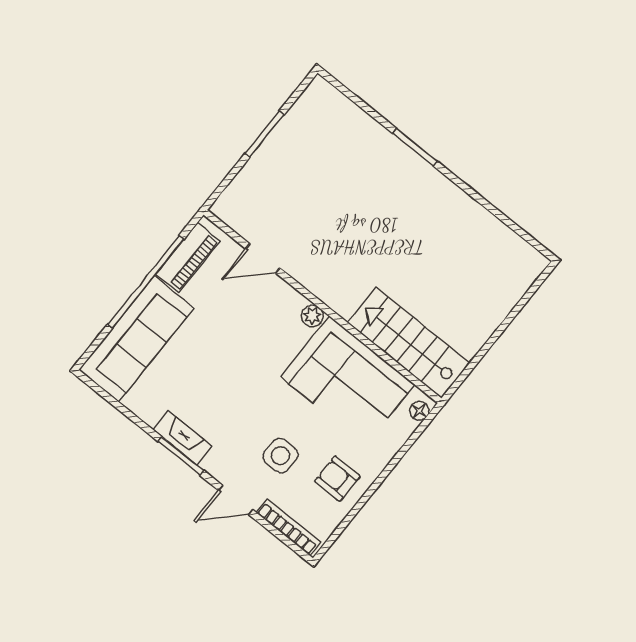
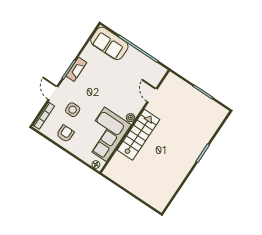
piano: (188, 258) -> (150, 65), removed
sofa: (136, 339) -> (109, 43), width x0.73
stairs: (409, 343) -> (138, 135), moved

